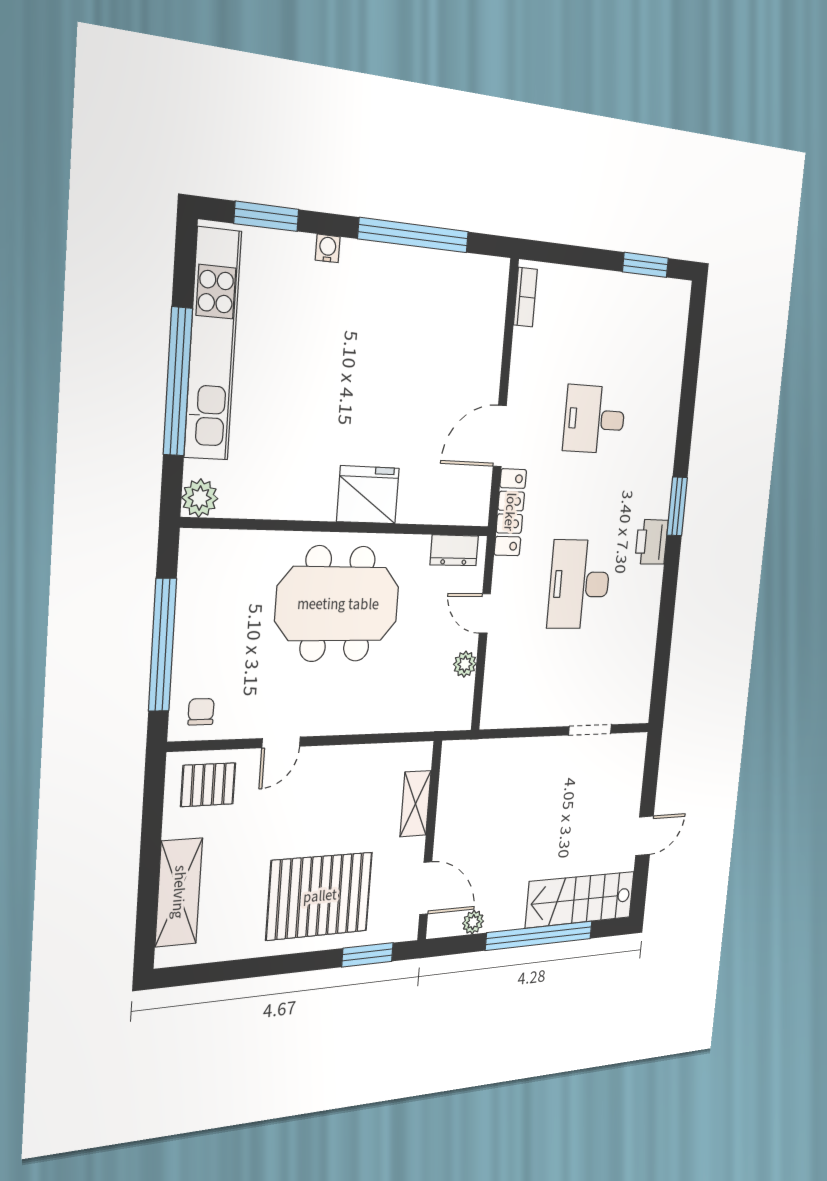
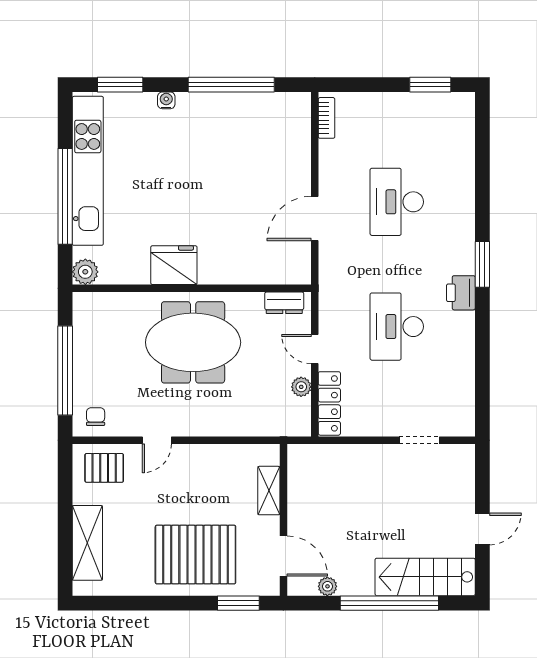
desk: (594, 419) -> (397, 202), width x1.37
fridge: (368, 495) -> (174, 265), moved
locker: (510, 512) -> (329, 403), moved

